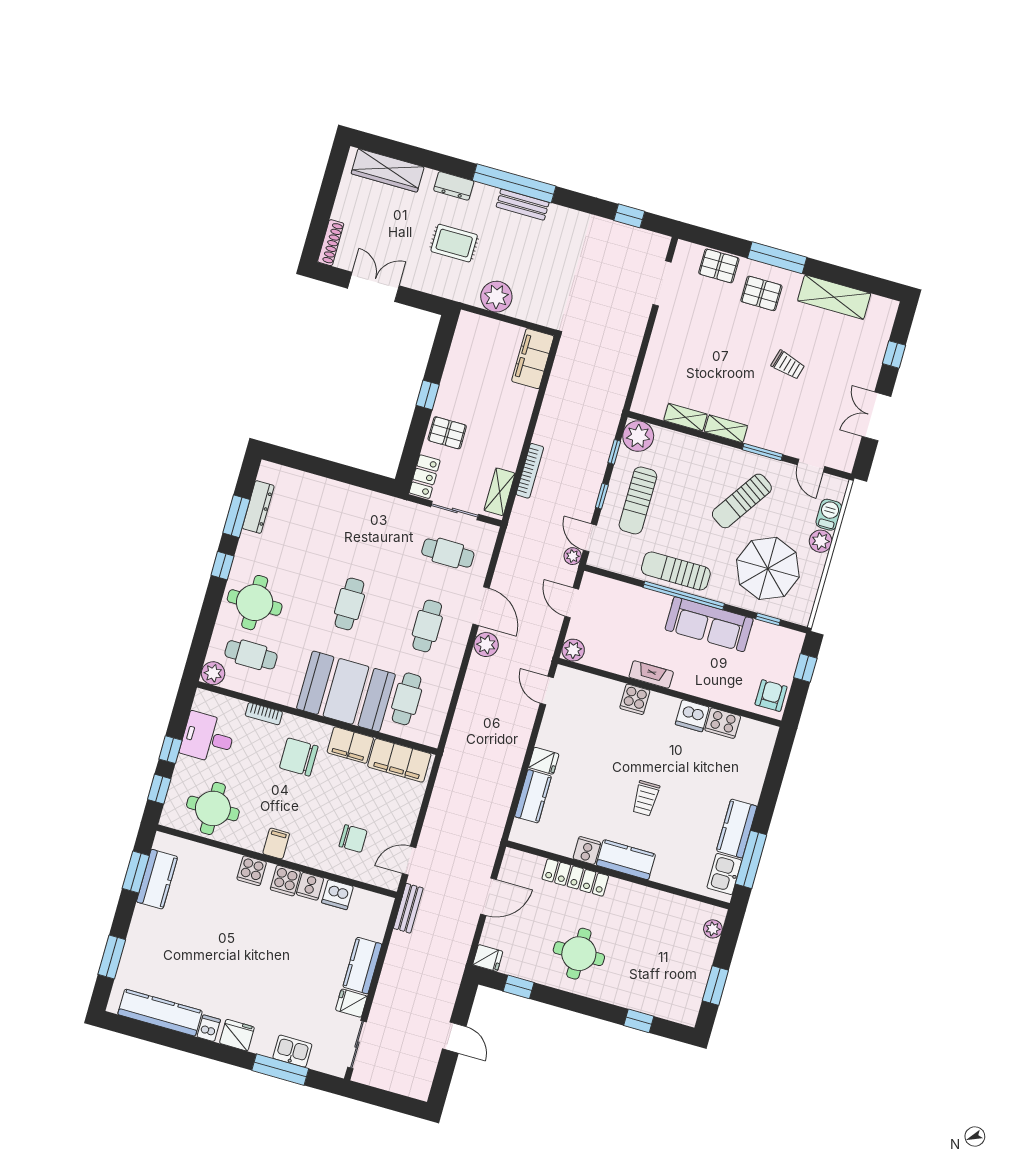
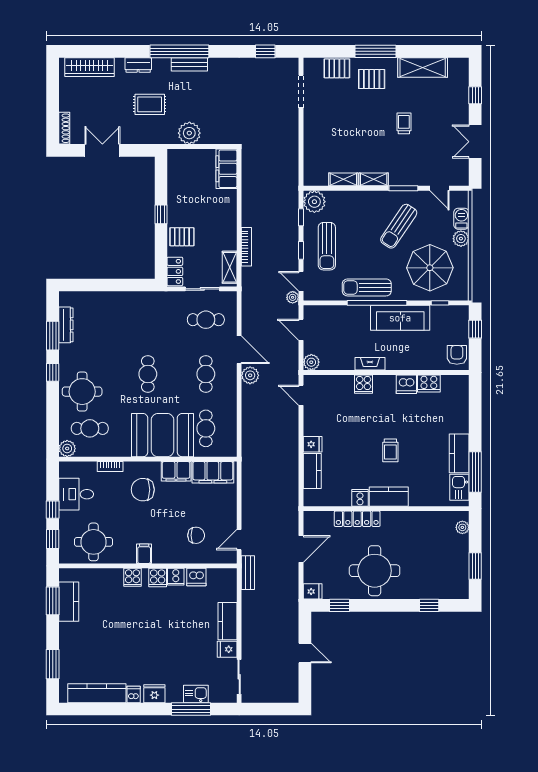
trolley: (788, 365) -> (404, 123), turned -105
round table: (579, 954) -> (375, 571), width x1.36, depth x1.36

